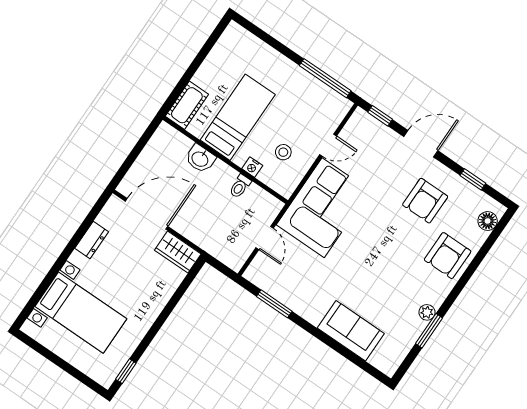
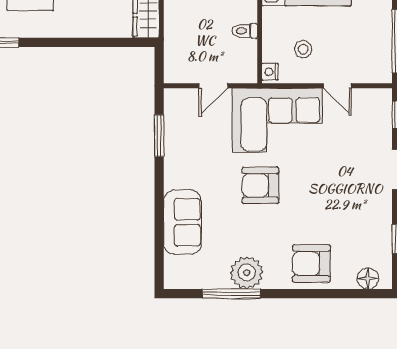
nightstand: (252, 167) -> (270, 72), moved
armchair: (425, 201) -> (260, 185), moved
plant: (427, 312) -> (247, 273), width x1.88, depth x1.88
window: (429, 331) -> (231, 294), width x1.44

